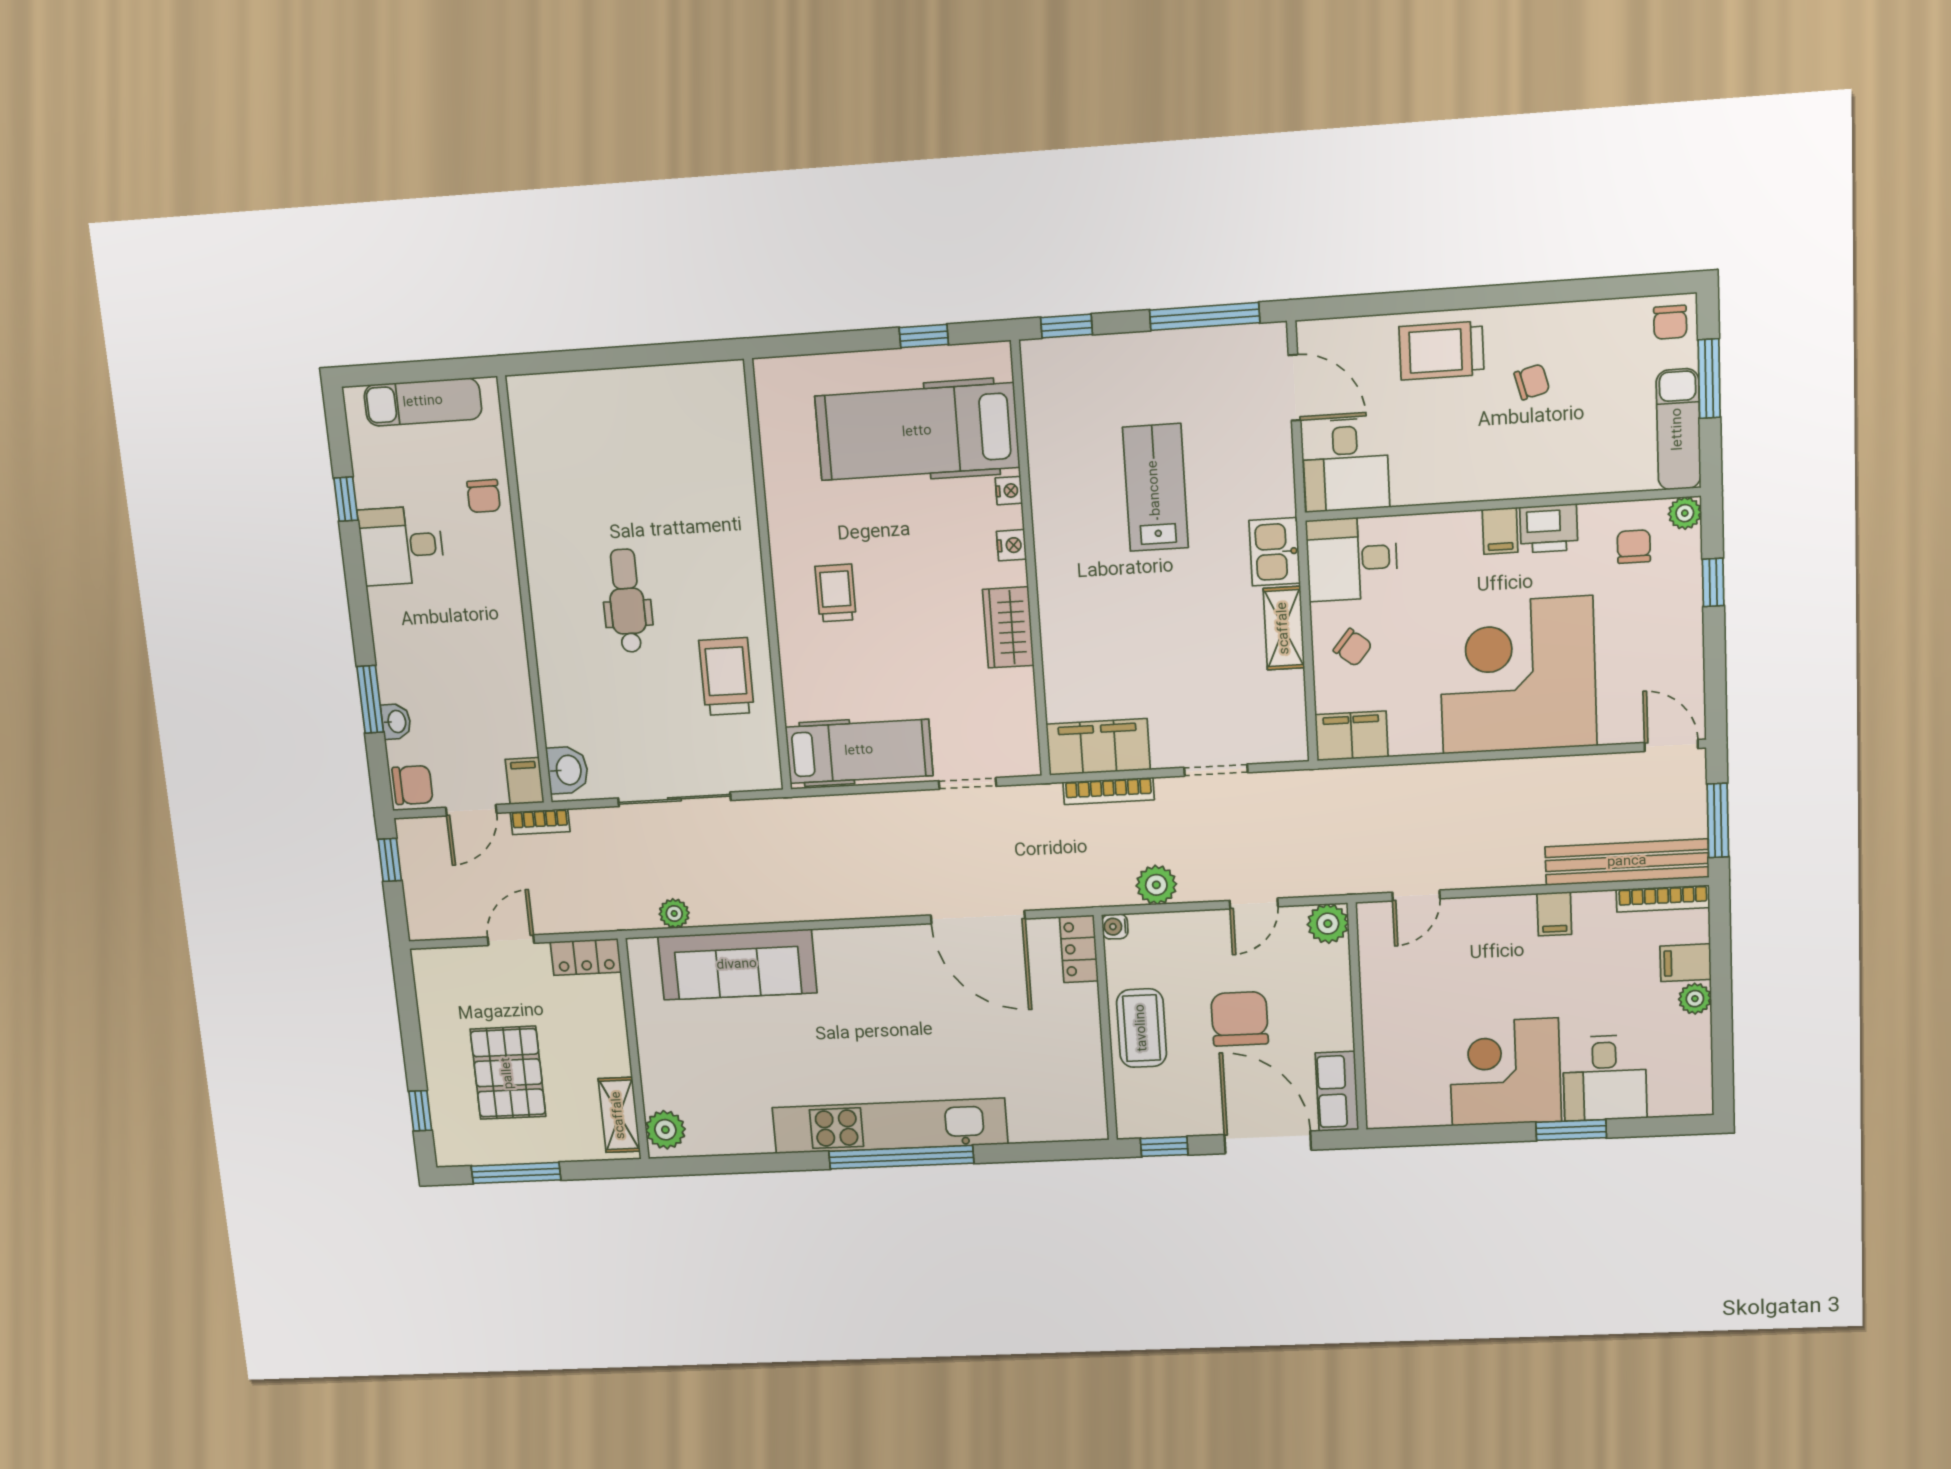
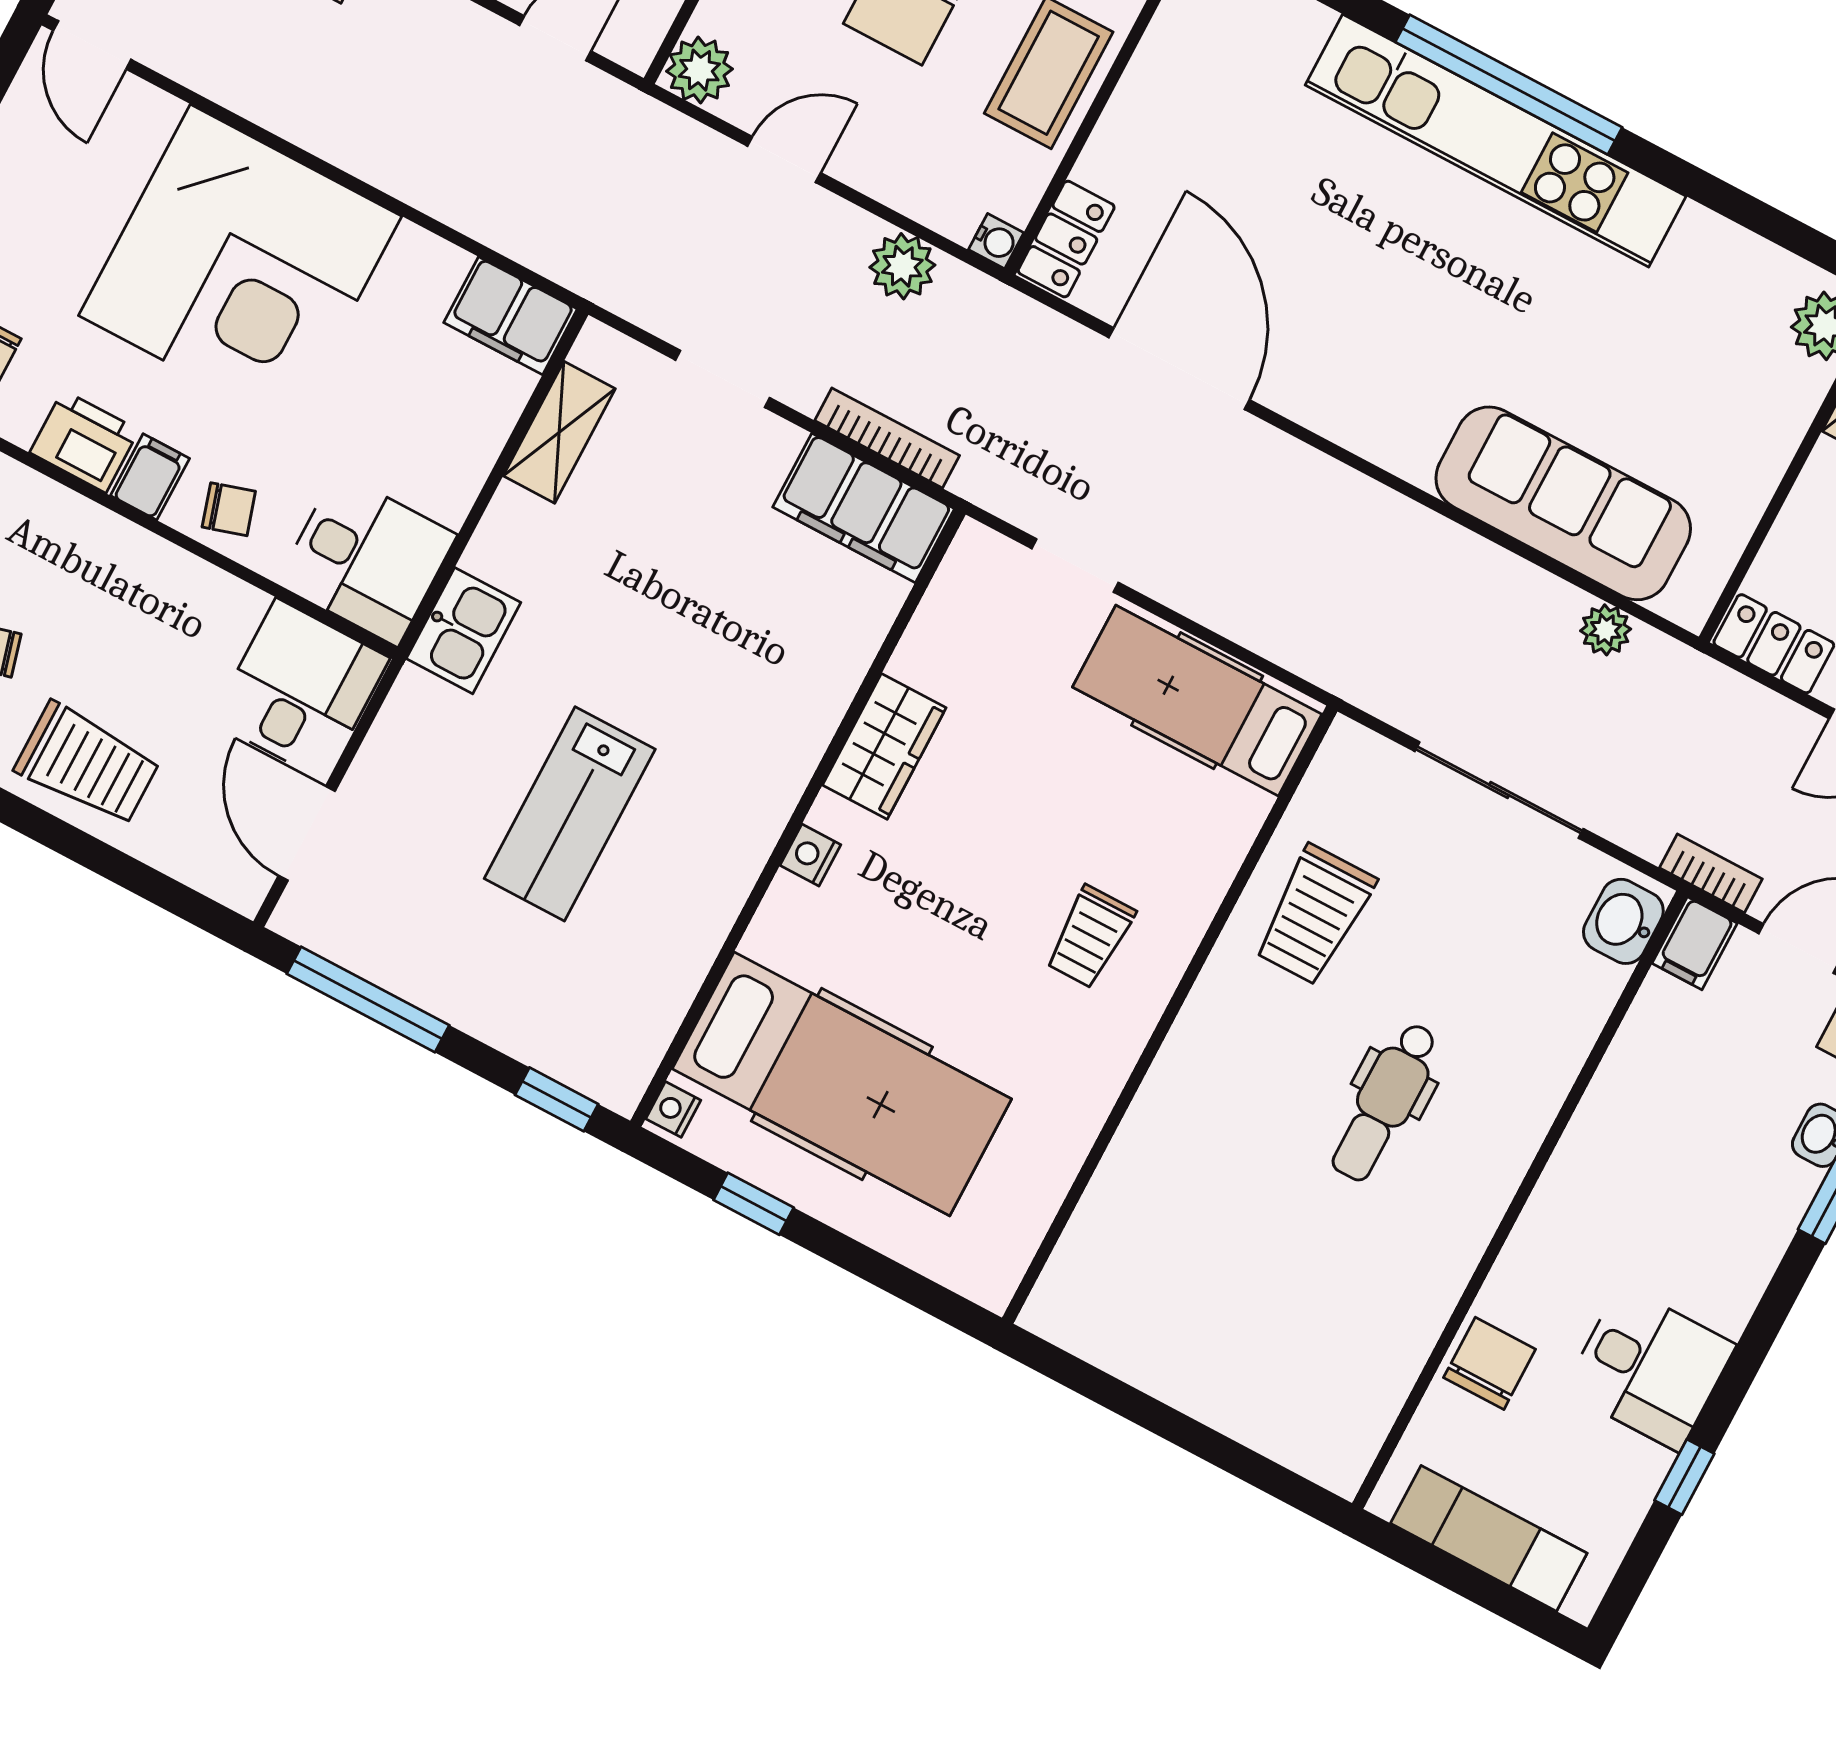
nightstand: (1009, 491) -> (673, 1109), moved
chair: (484, 496) -> (1490, 1363), width x1.37, depth x1.37
shelving: (1284, 628) -> (559, 432), moved
chair: (1353, 647) -> (229, 509), moved, turned 124

